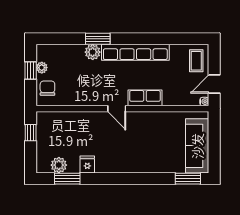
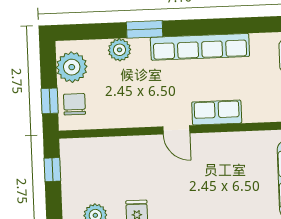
plant: (93, 52) -> (119, 50), moved
plant: (42, 68) -> (72, 67), width x1.87, depth x1.87
window: (31, 71) -> (50, 101), moved

